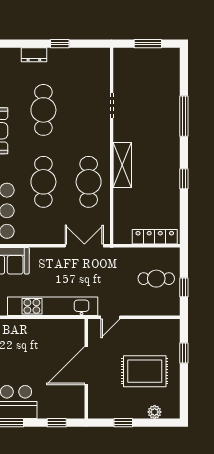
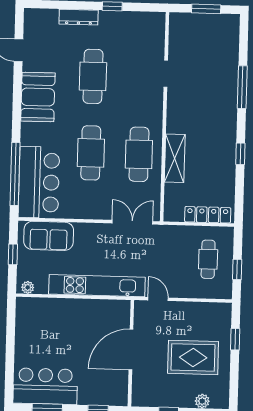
dresser: (34, 55) -> (79, 17), width x1.44
shelving: (122, 165) -> (175, 158), moved
cafe table: (156, 279) -> (208, 259), turned 90
door: (110, 317) -> (158, 299), swing flipped

